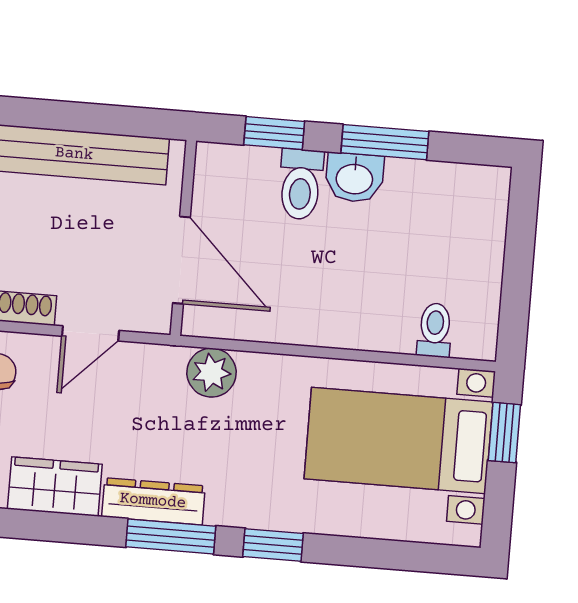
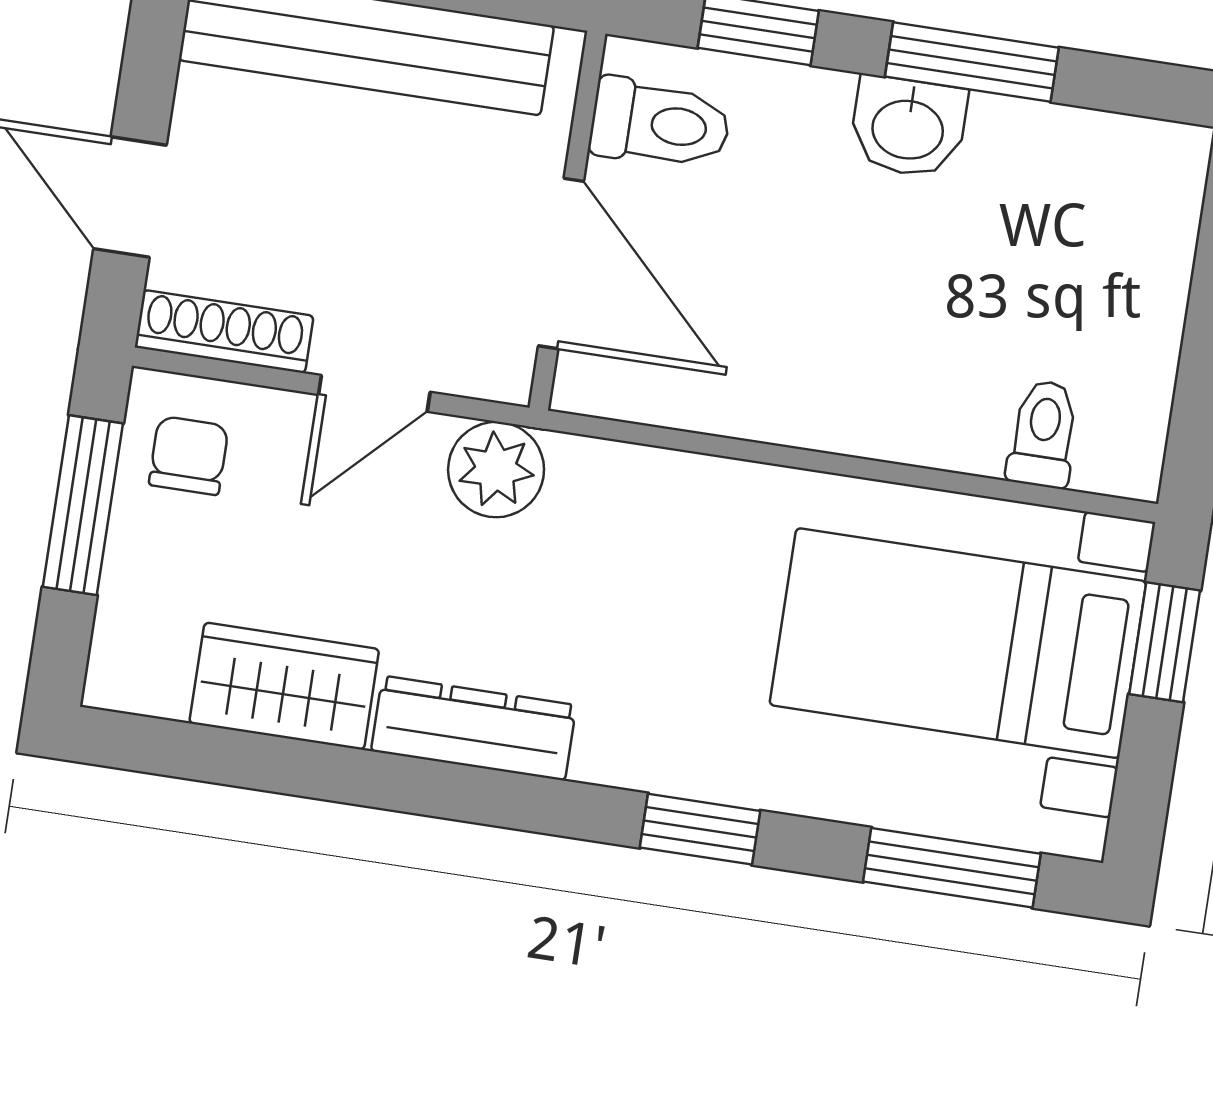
toilet: (301, 184) -> (660, 124), moved, turned -90
plant: (211, 373) -> (496, 470), moved
window: (171, 537) -> (952, 868), moved

